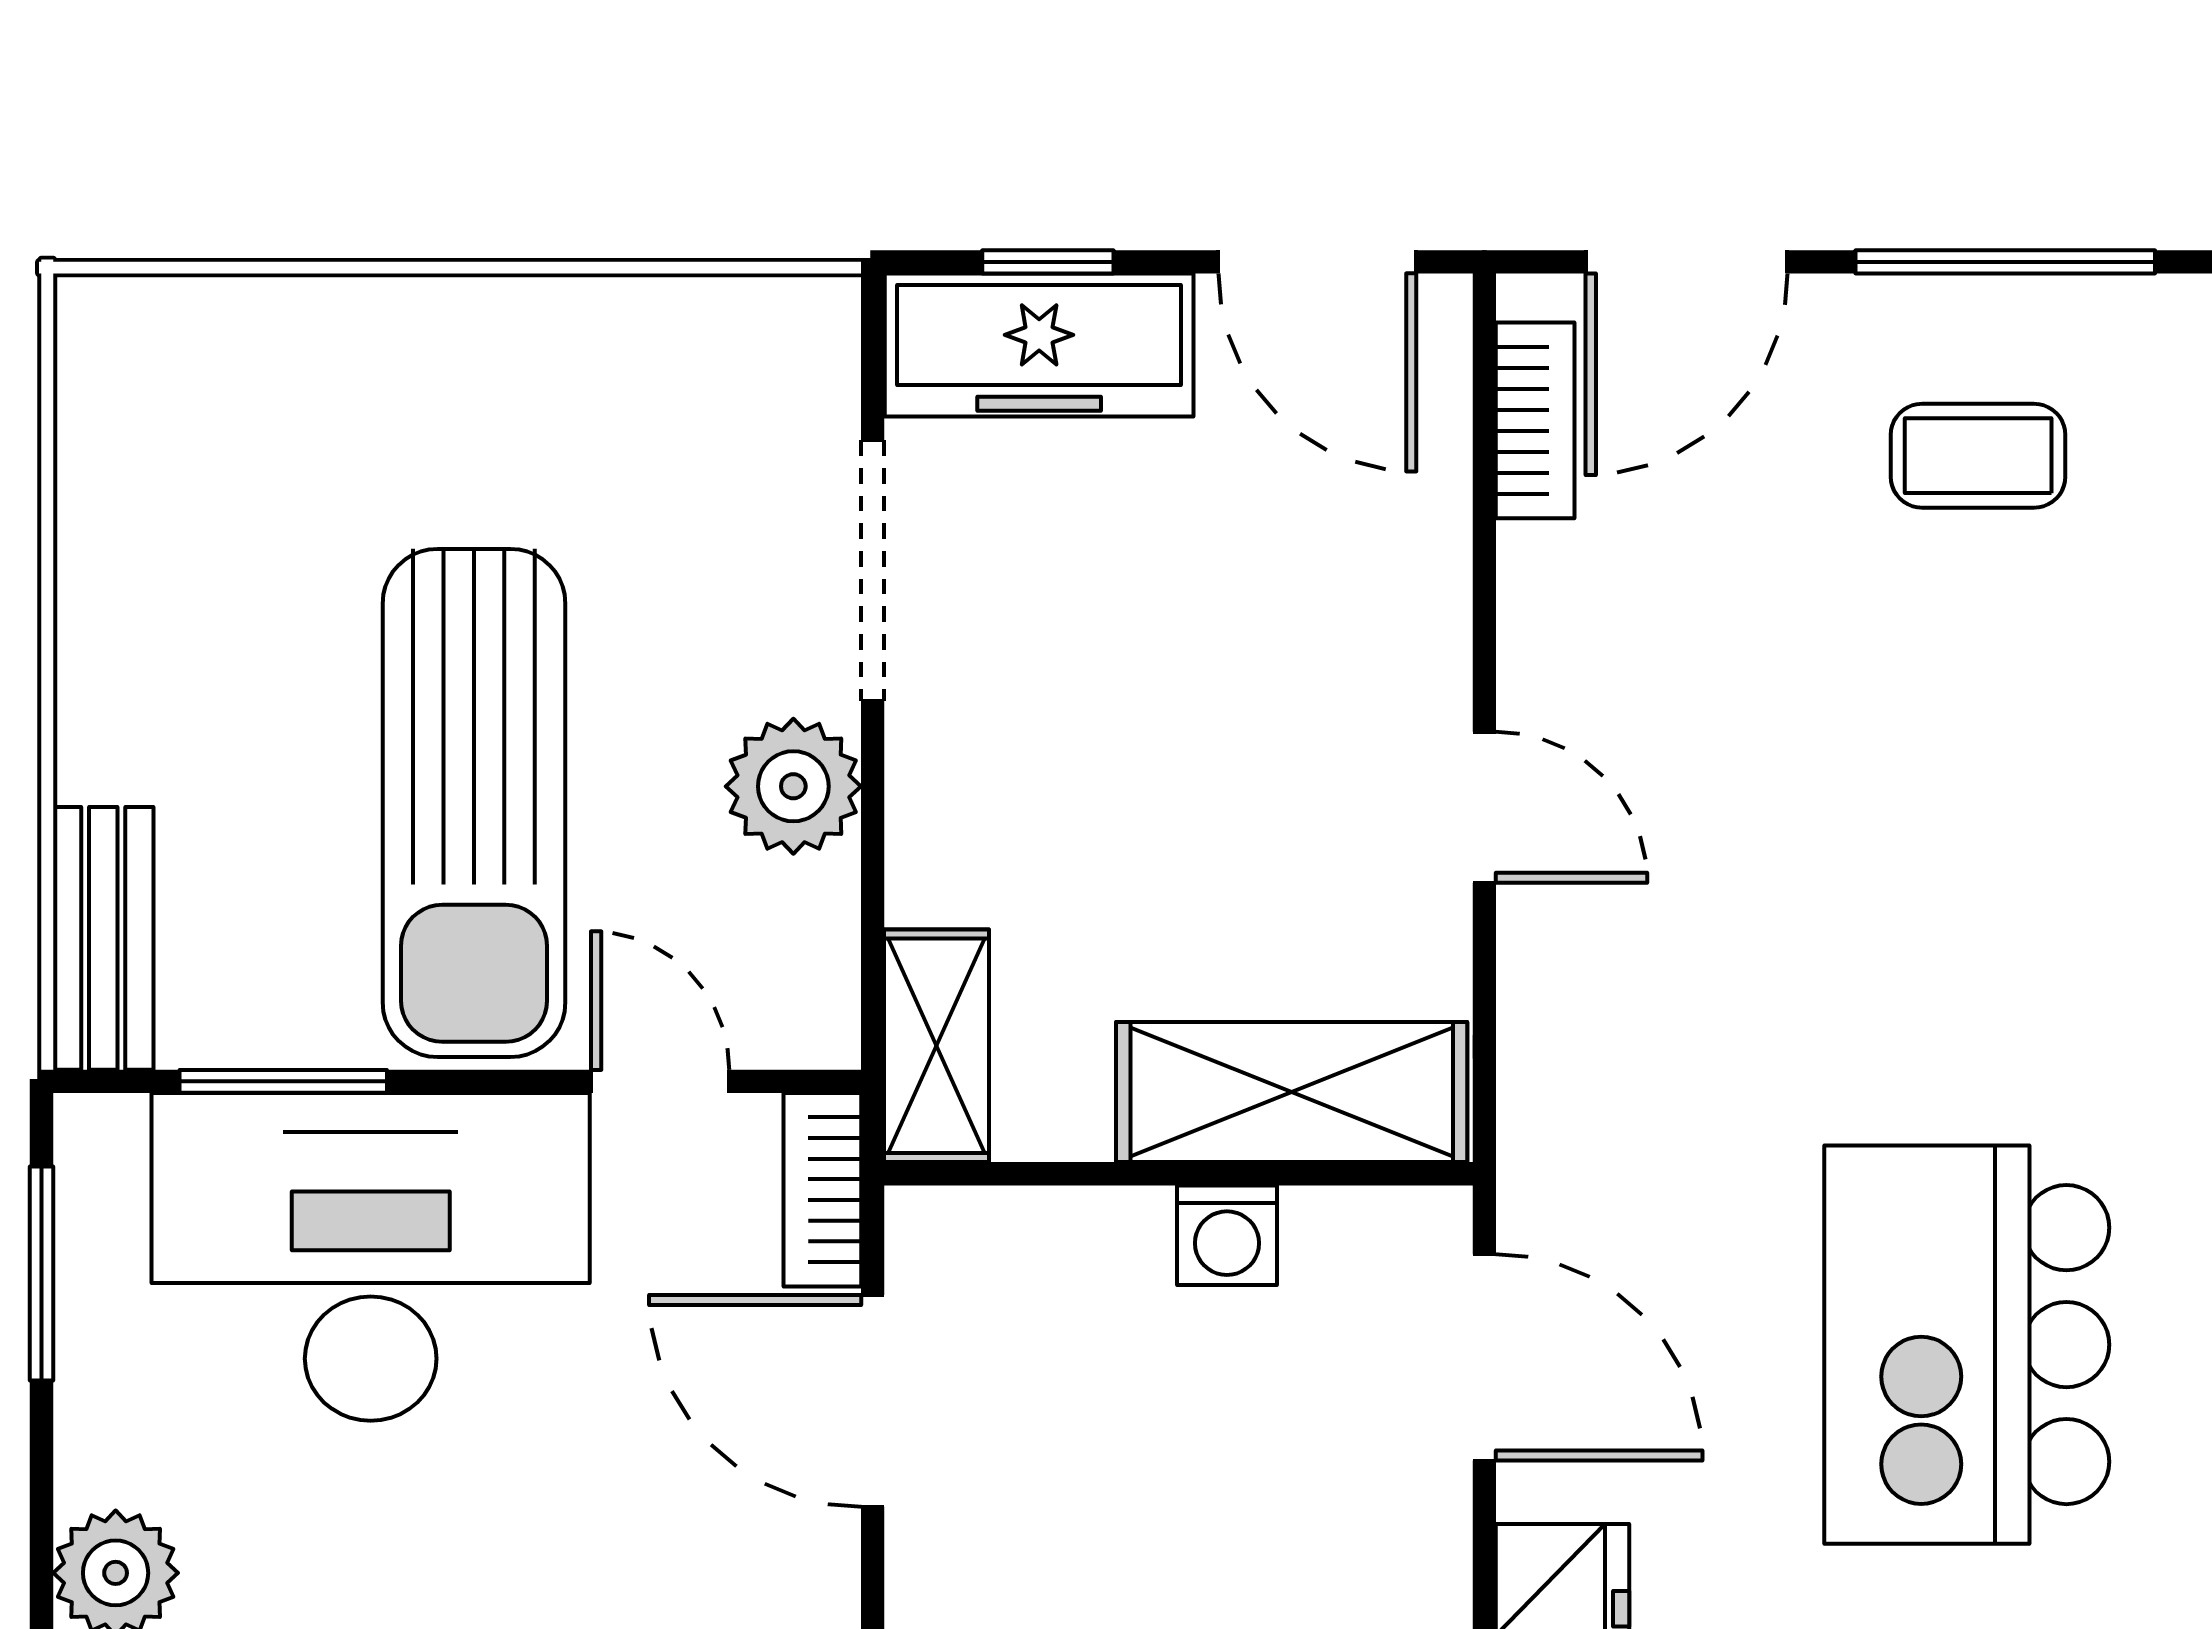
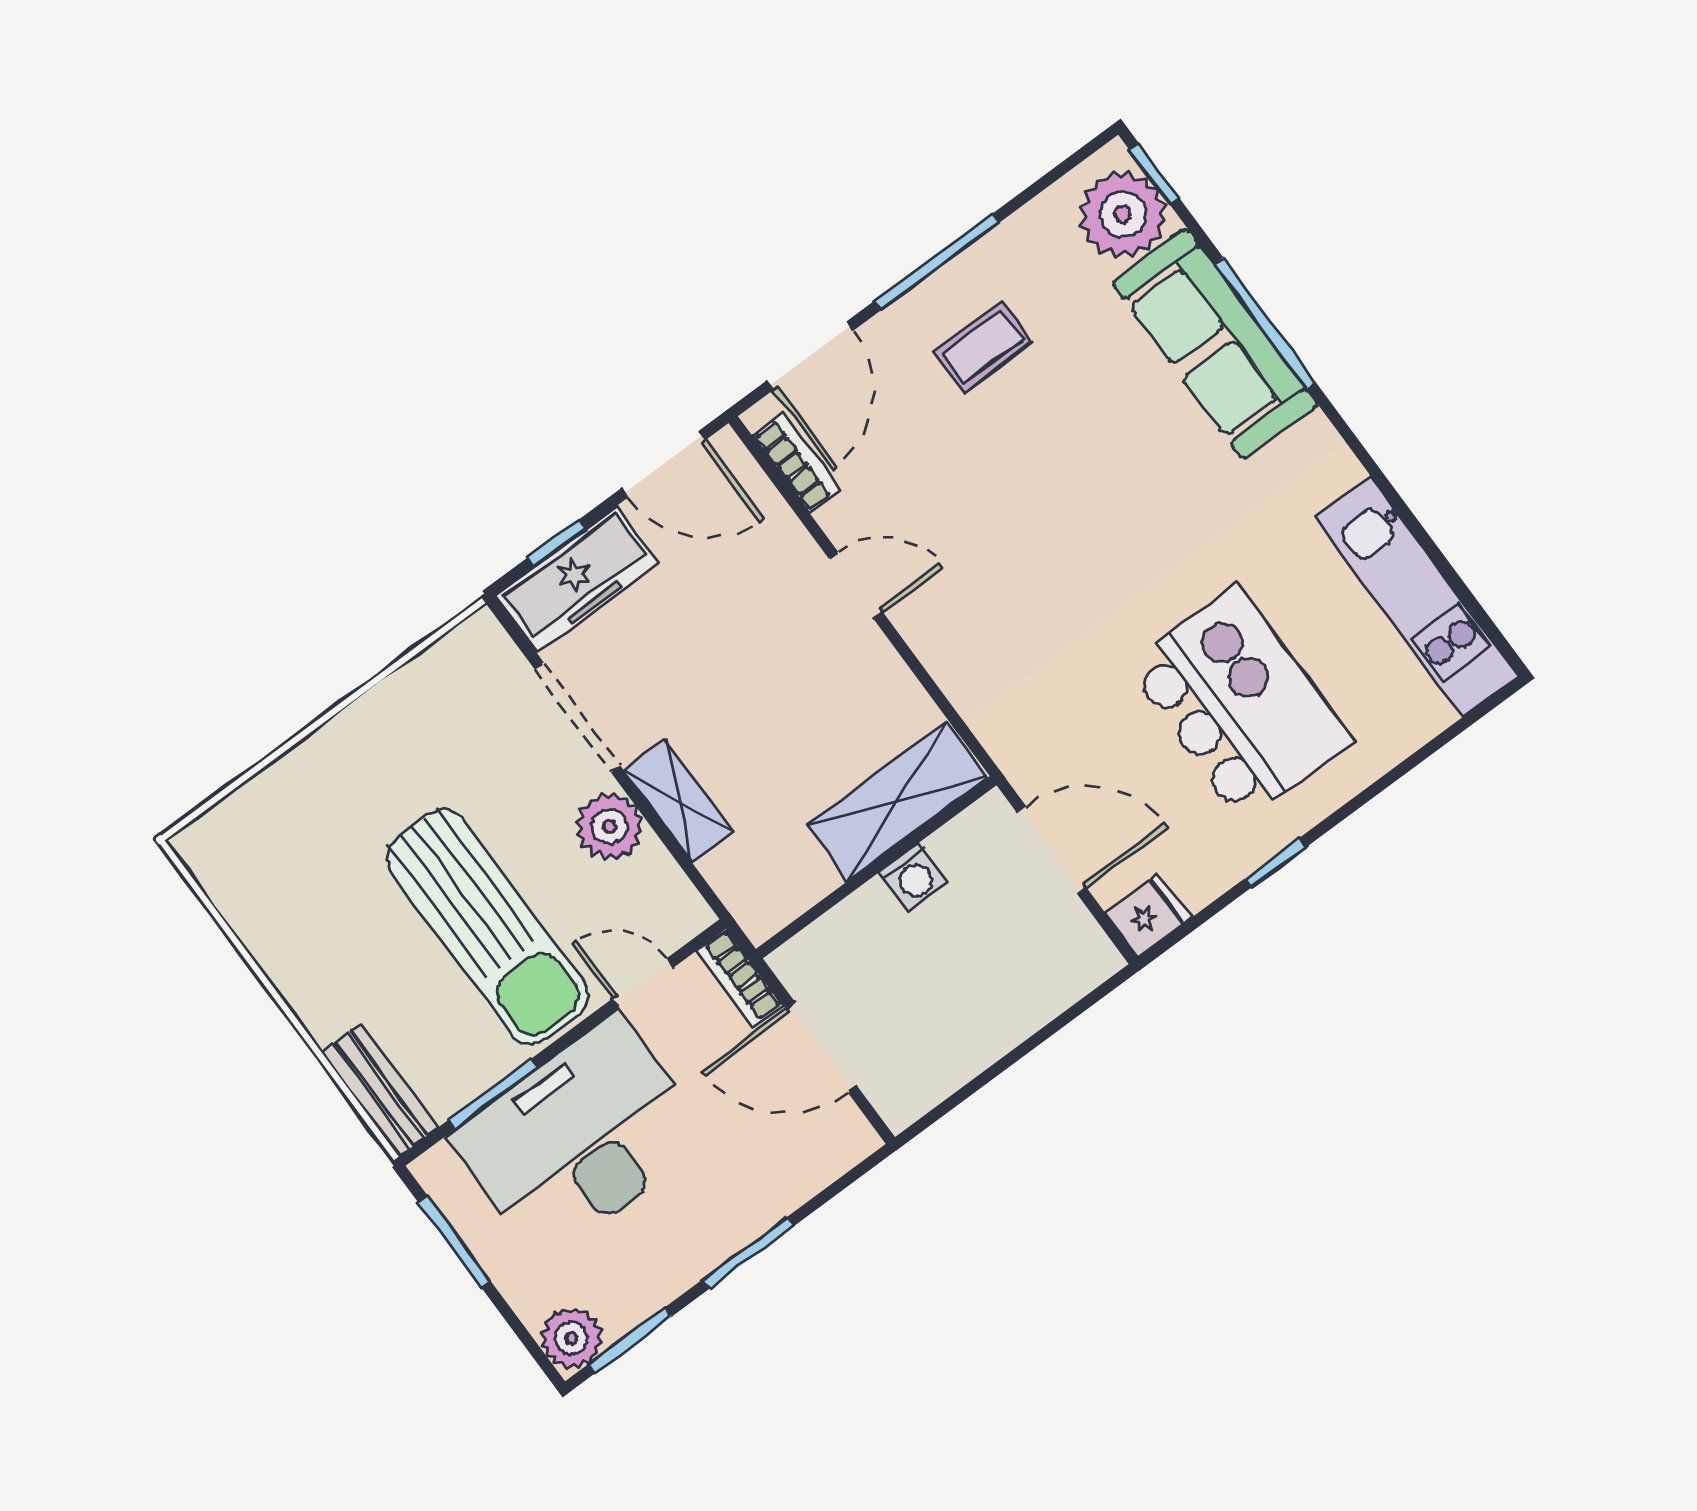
door: (1484, 807) -> (856, 585), moved
shelving: (937, 1046) -> (679, 801), moved
kitchen island: (1967, 1345) -> (1240, 703), turned 180

